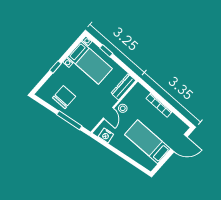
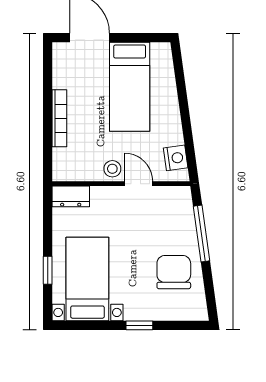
dresser: (123, 87) -> (71, 196), width x0.70
chair: (64, 97) -> (174, 272), turned 90
door: (109, 113) -> (139, 184), hinge flipped

